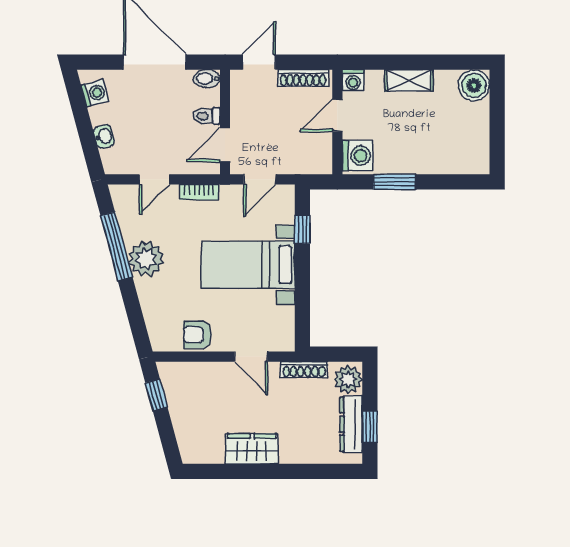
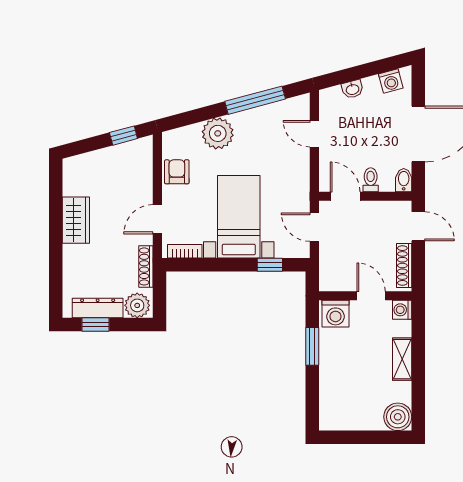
bookcase: (199, 192) -> (185, 251), moved, turned 90
plant: (146, 259) -> (218, 133), moved

